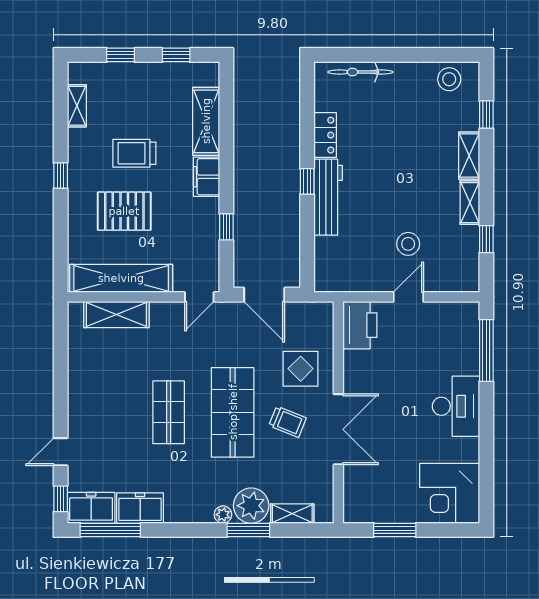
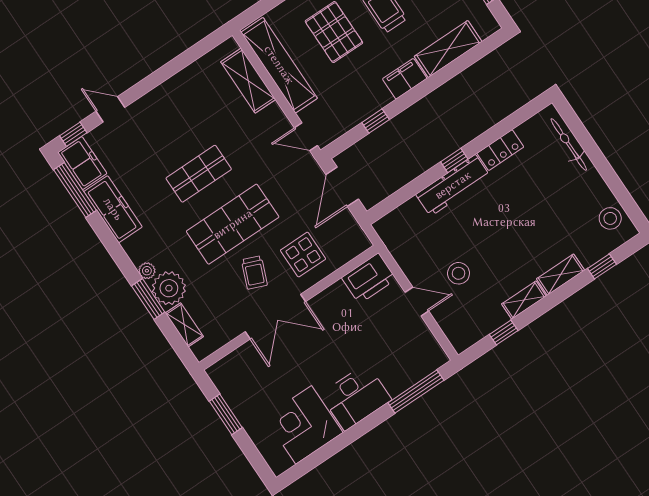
corner desk: (450, 493) -> (304, 425), moved
freezer: (140, 508) -> (113, 209), width x1.40

